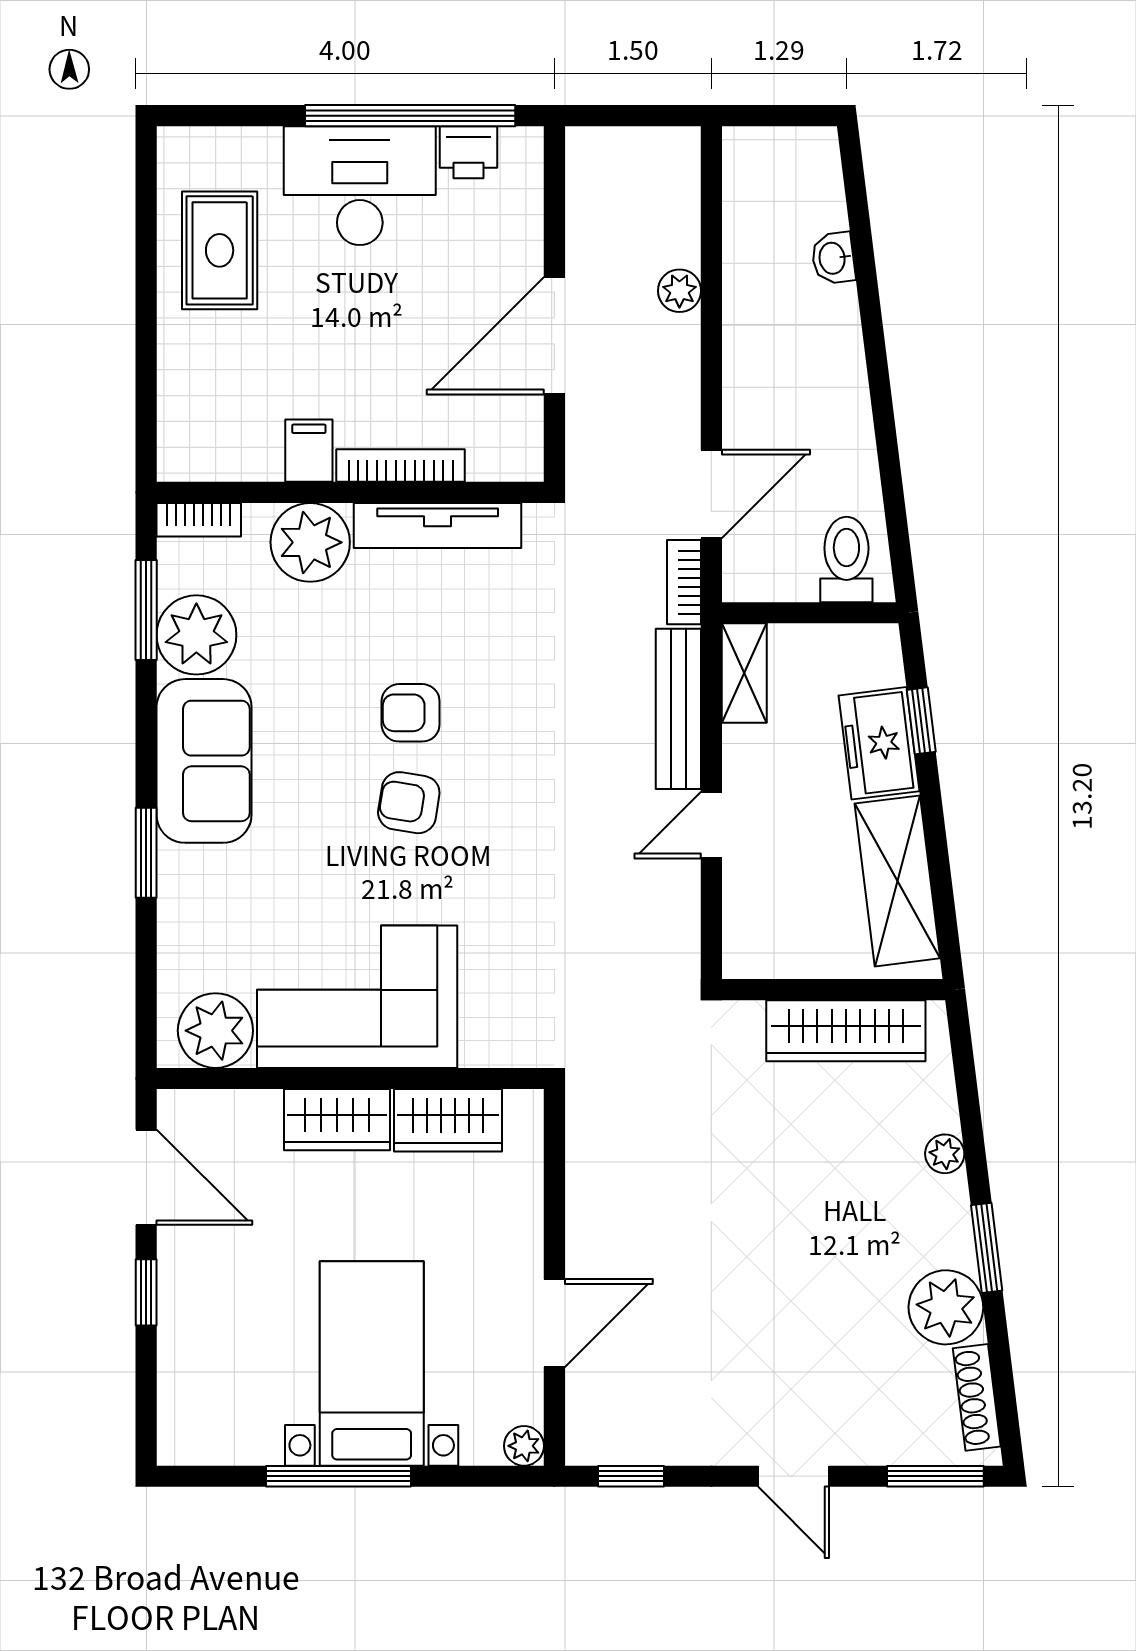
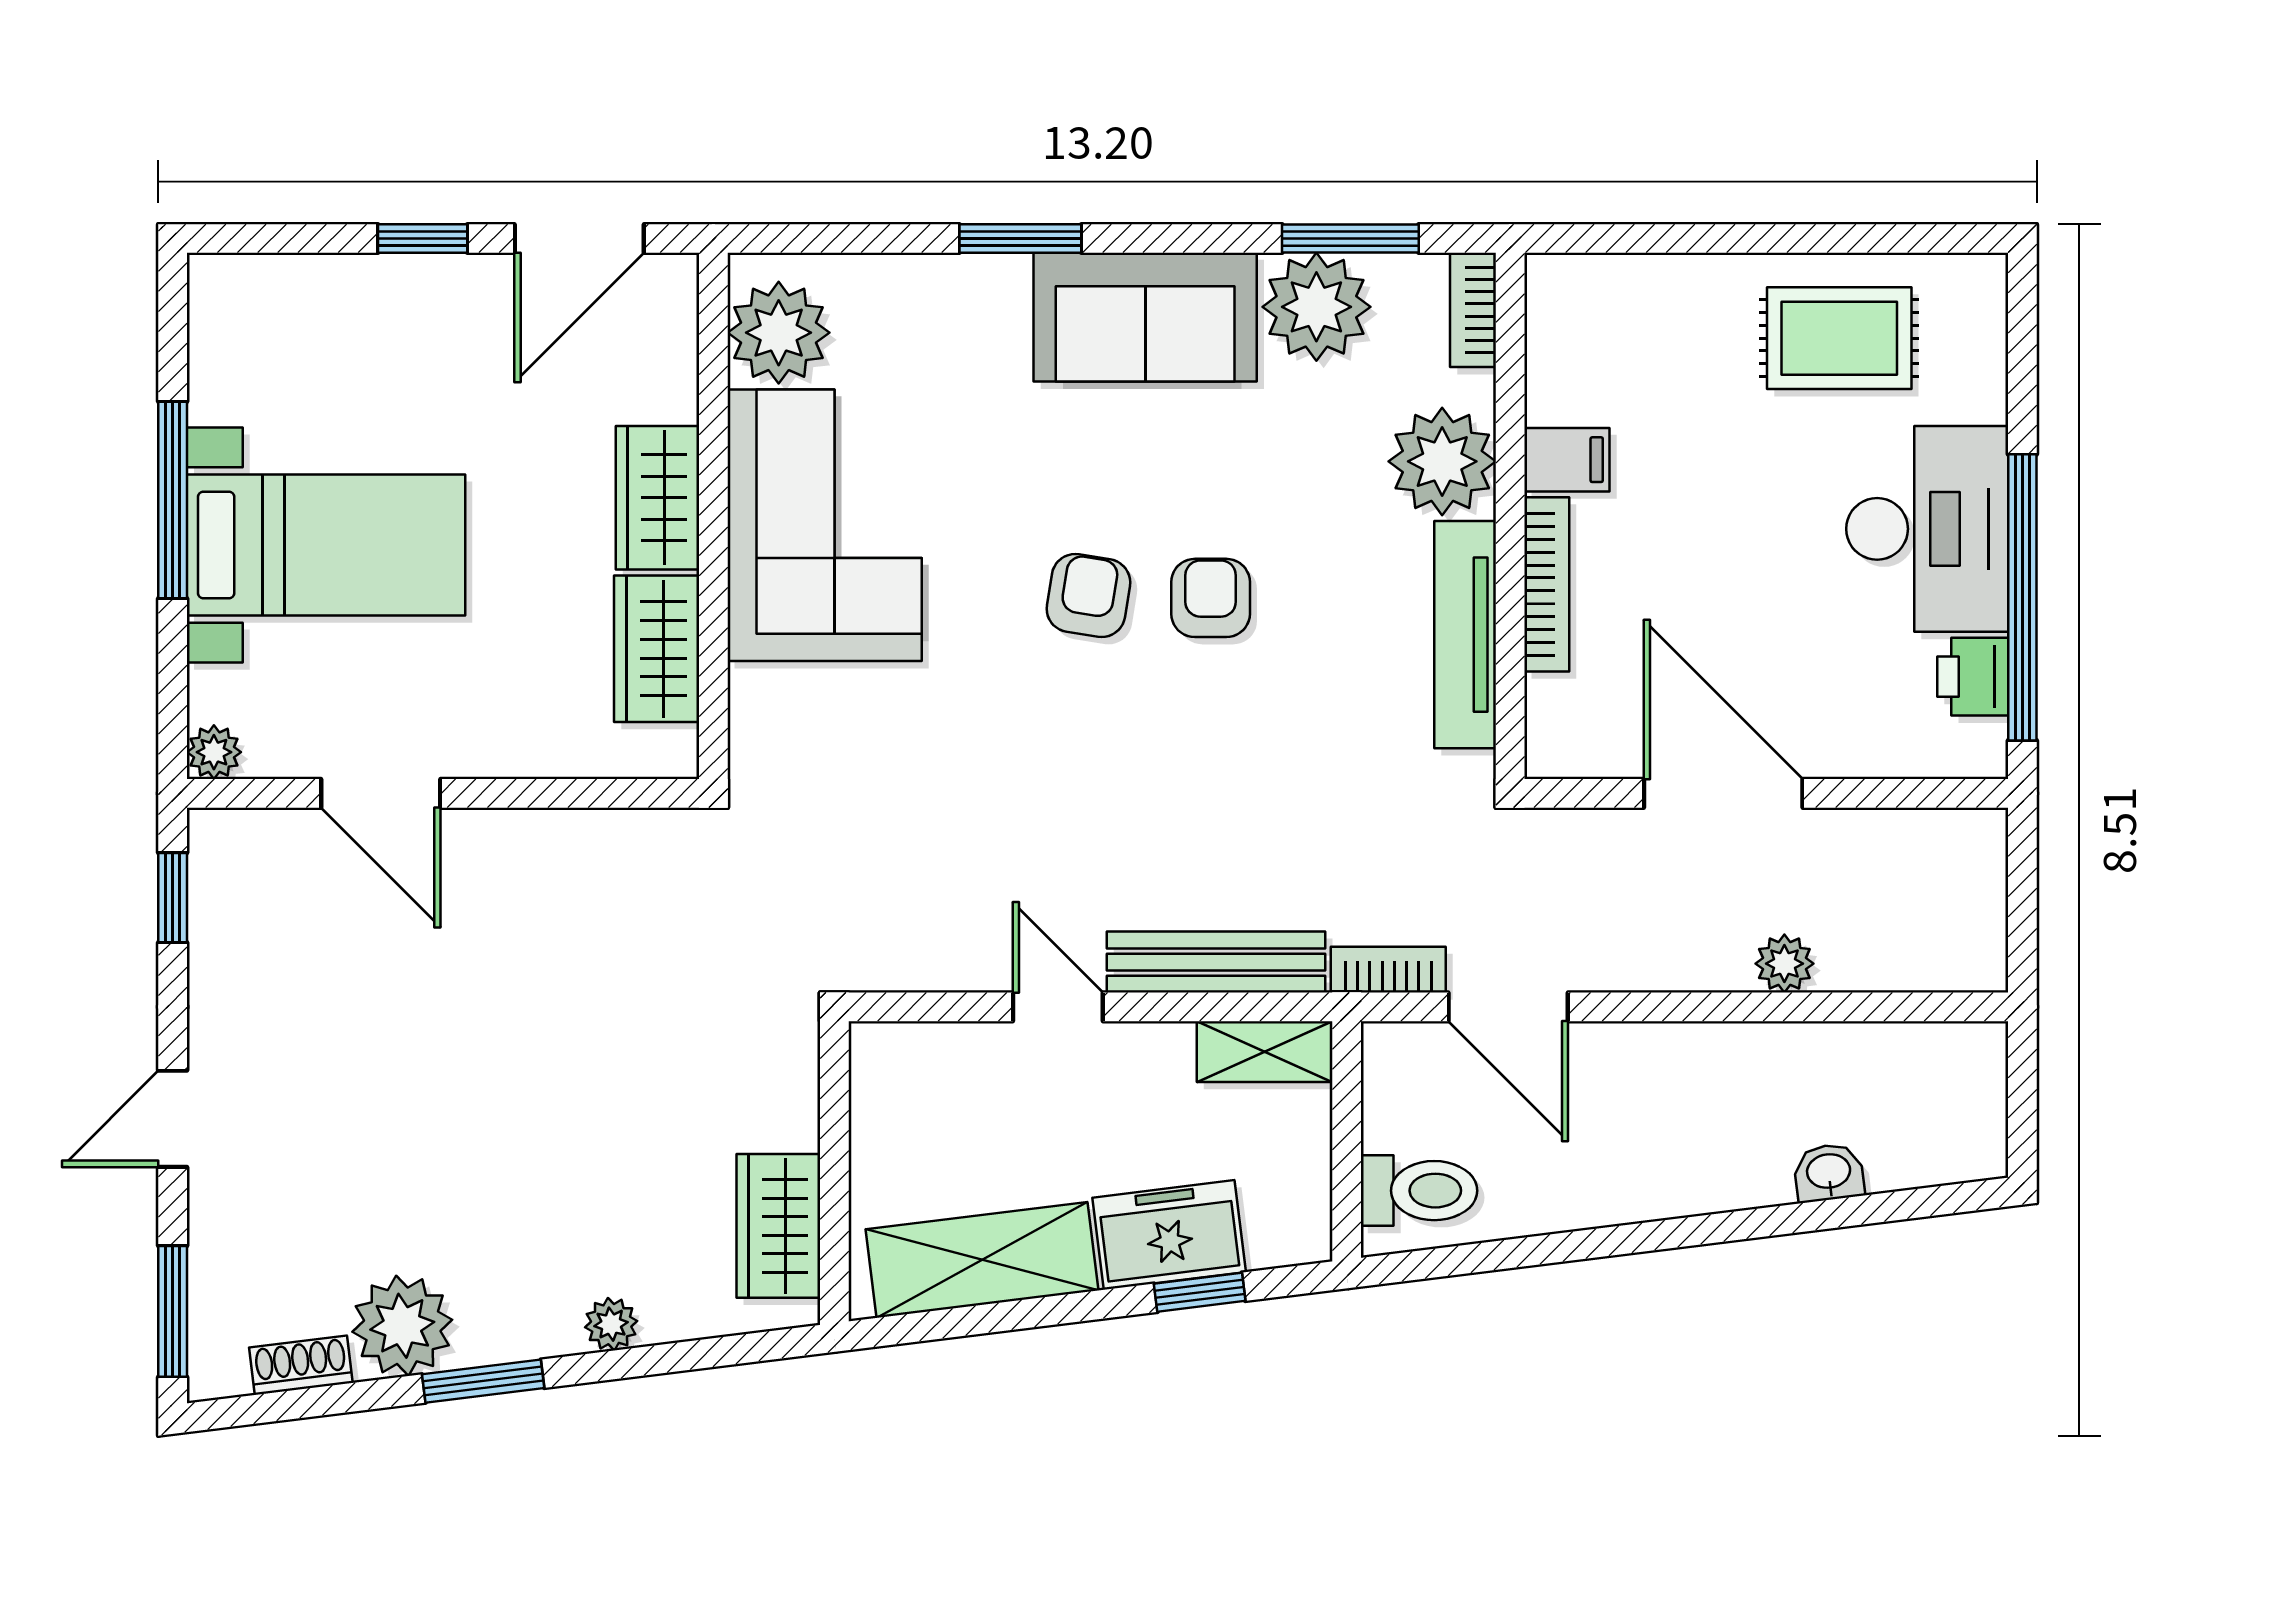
wardrobe: (846, 1031) -> (778, 1226), width x0.67
shoe rack: (977, 1397) -> (301, 1365), width x0.70

